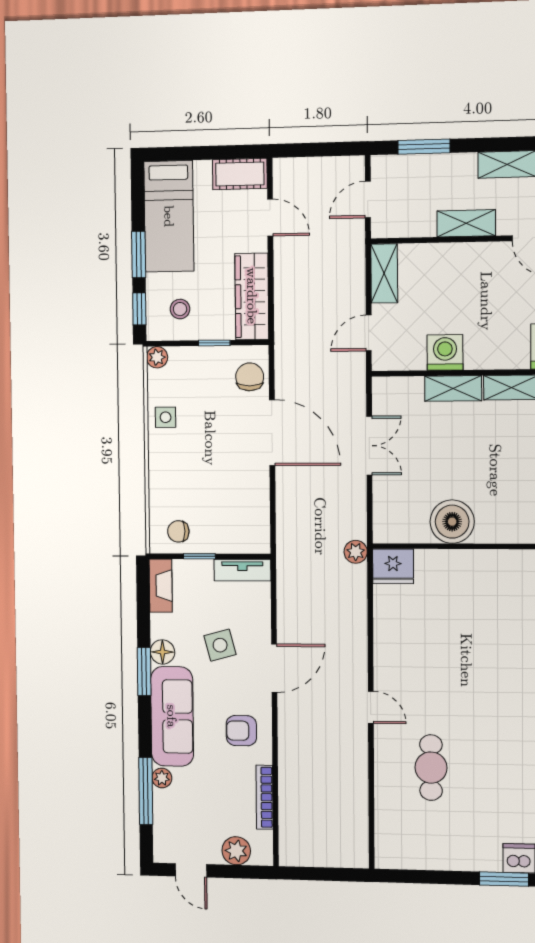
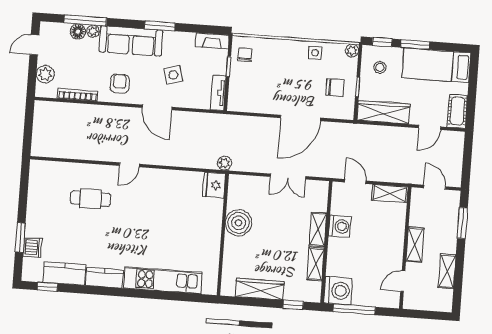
chair: (250, 377) -> (335, 88), moved
floor lamp: (162, 652) -> (78, 32), moved

